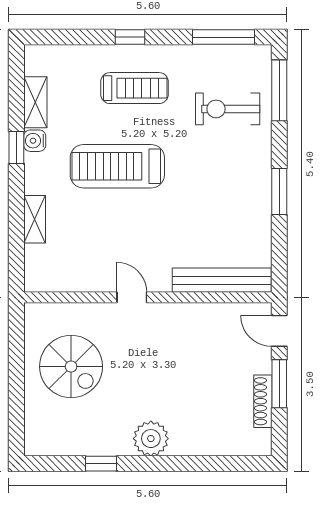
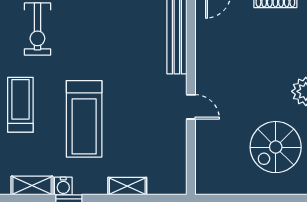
door: (132, 297) -> (191, 107), swing flipped
spiral stairs: (71, 367) -> (276, 147), moved, turned 180

